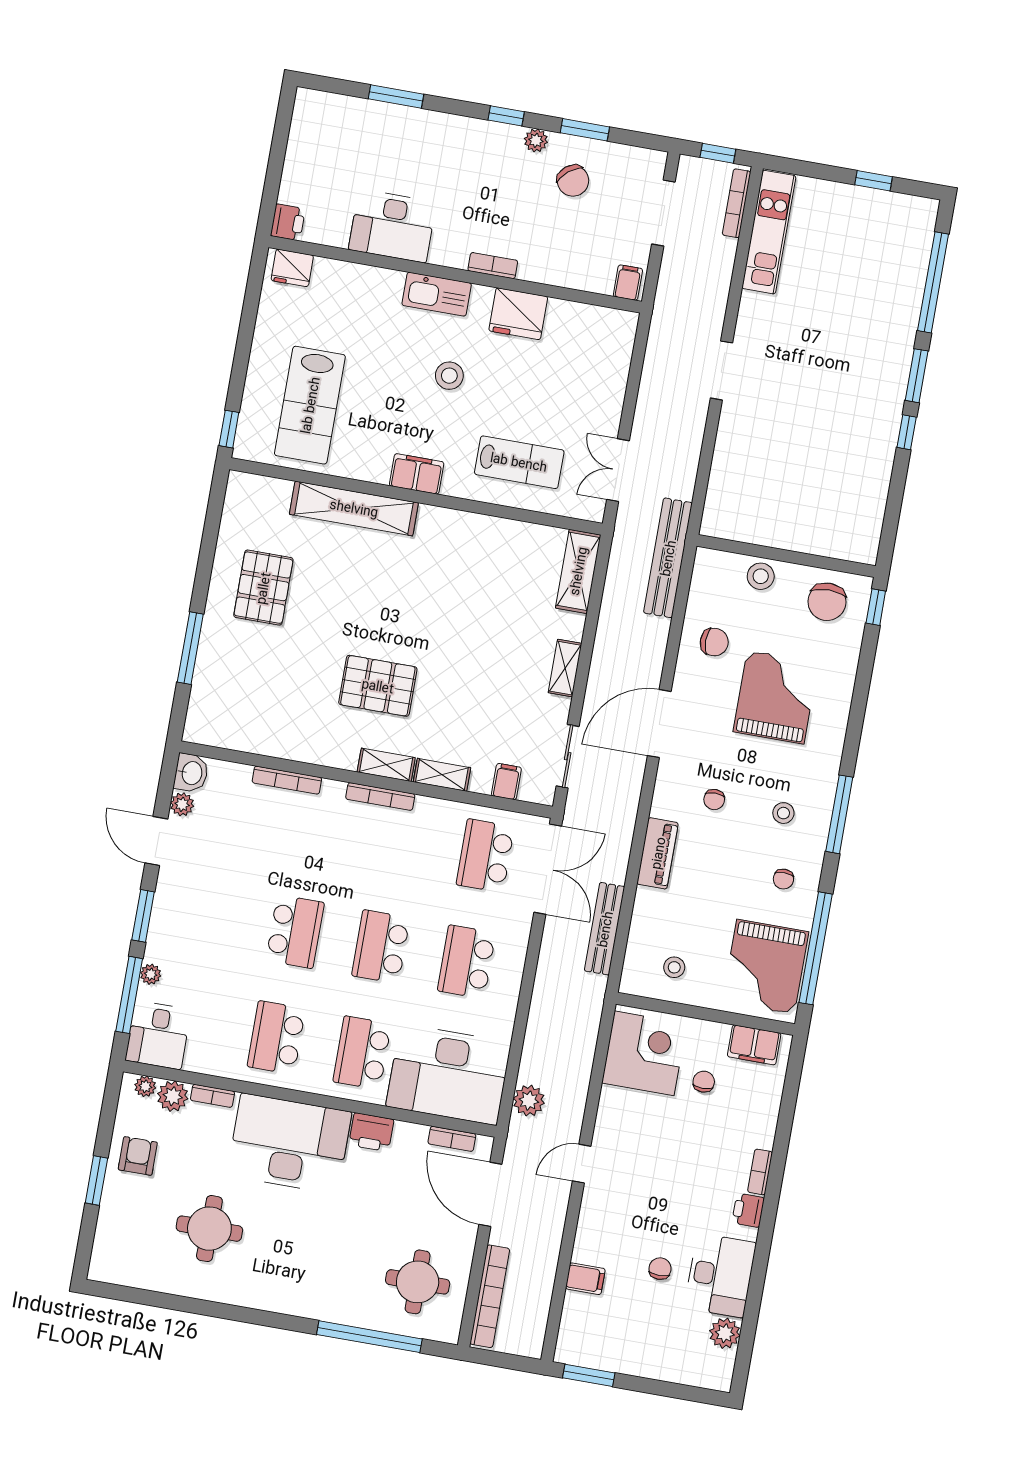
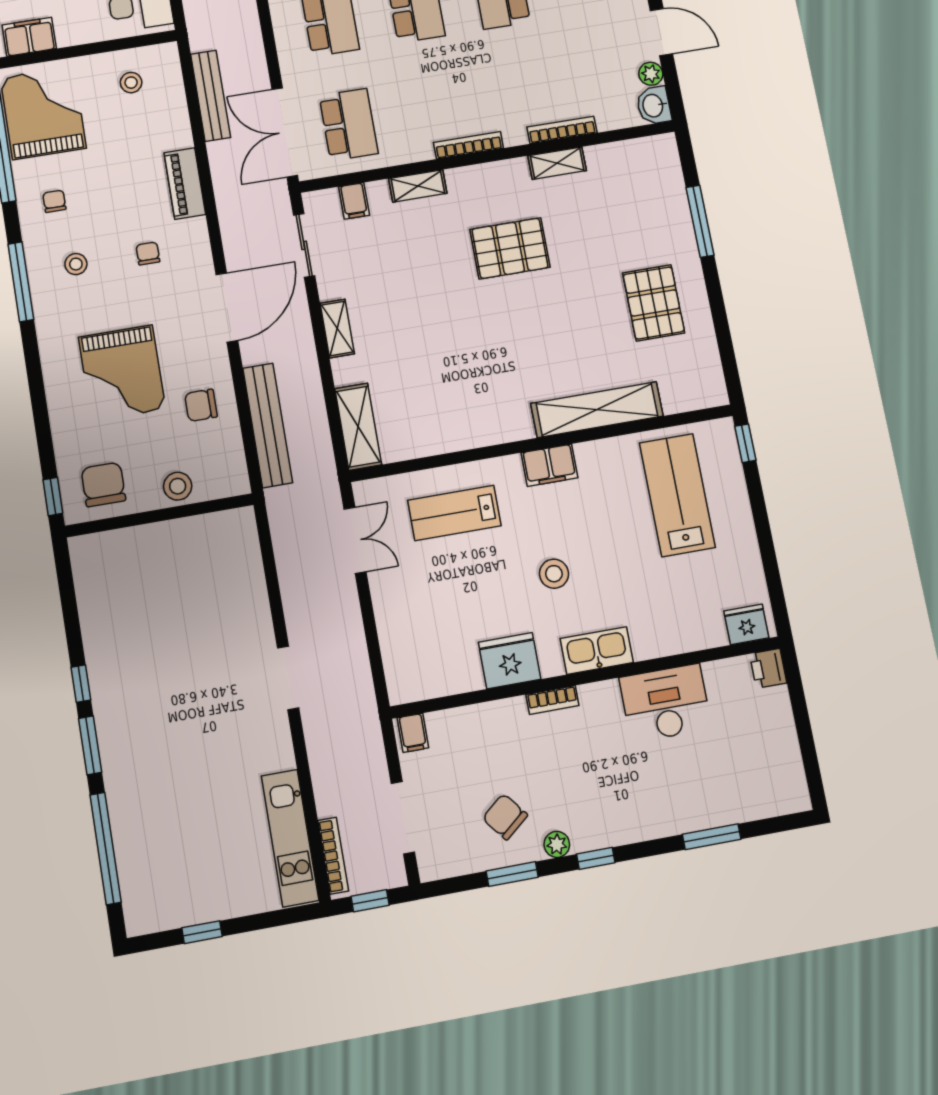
bench: (668, 558) -> (268, 425), moved
shelving: (386, 765) -> (557, 163), moved

